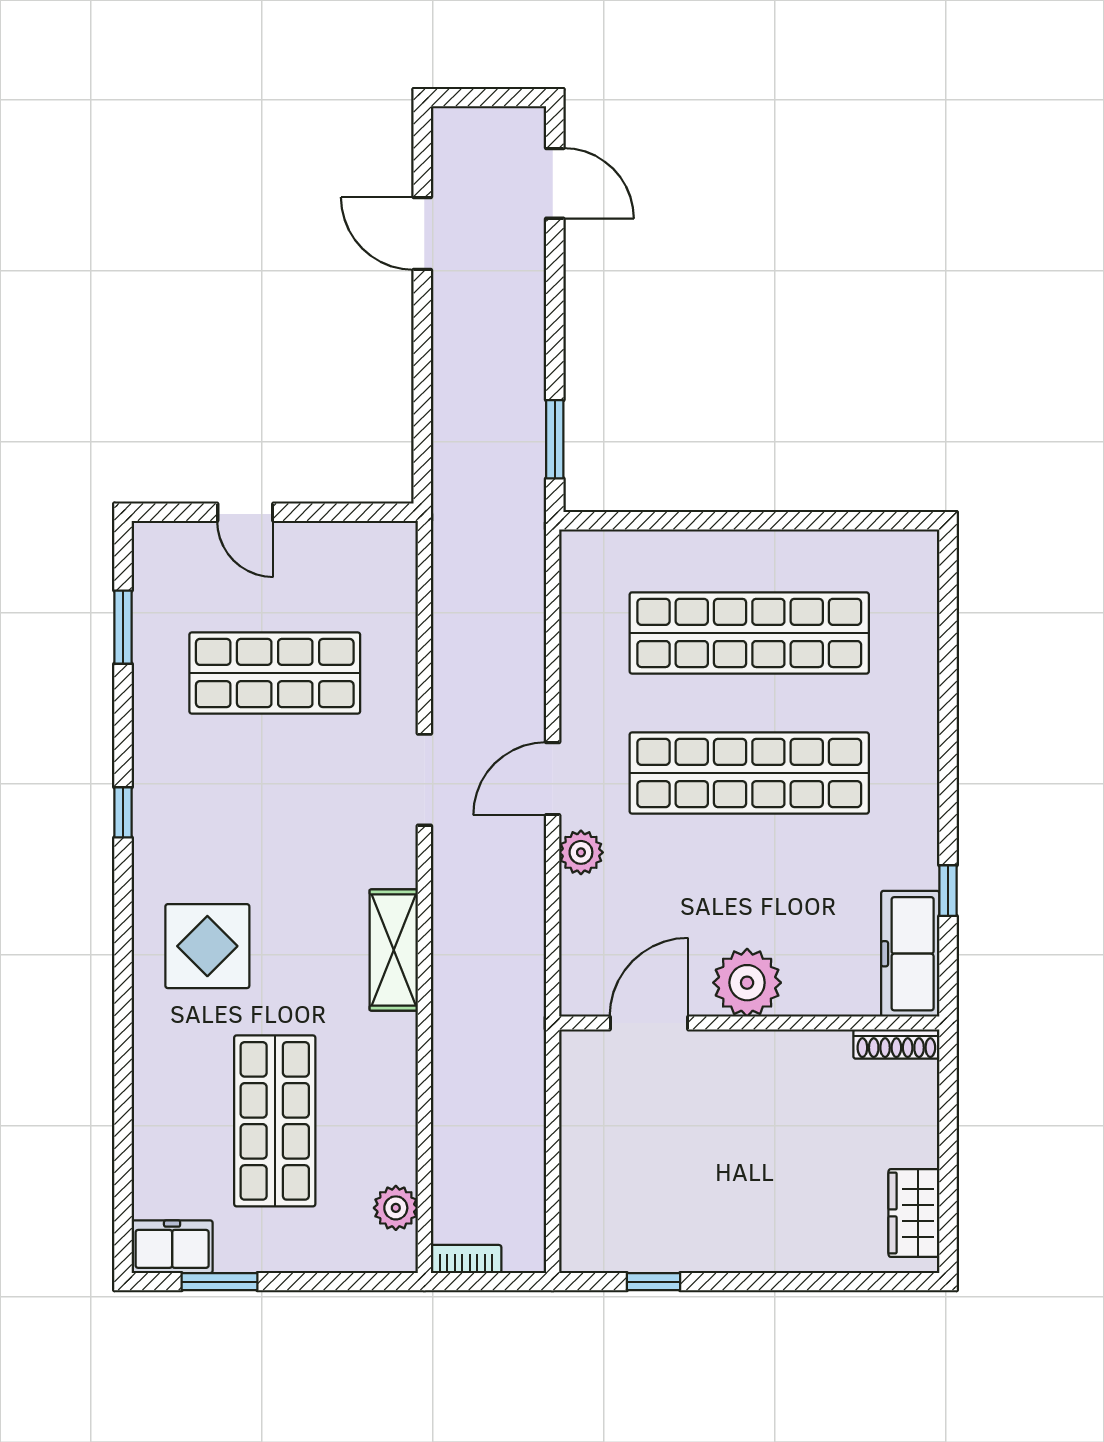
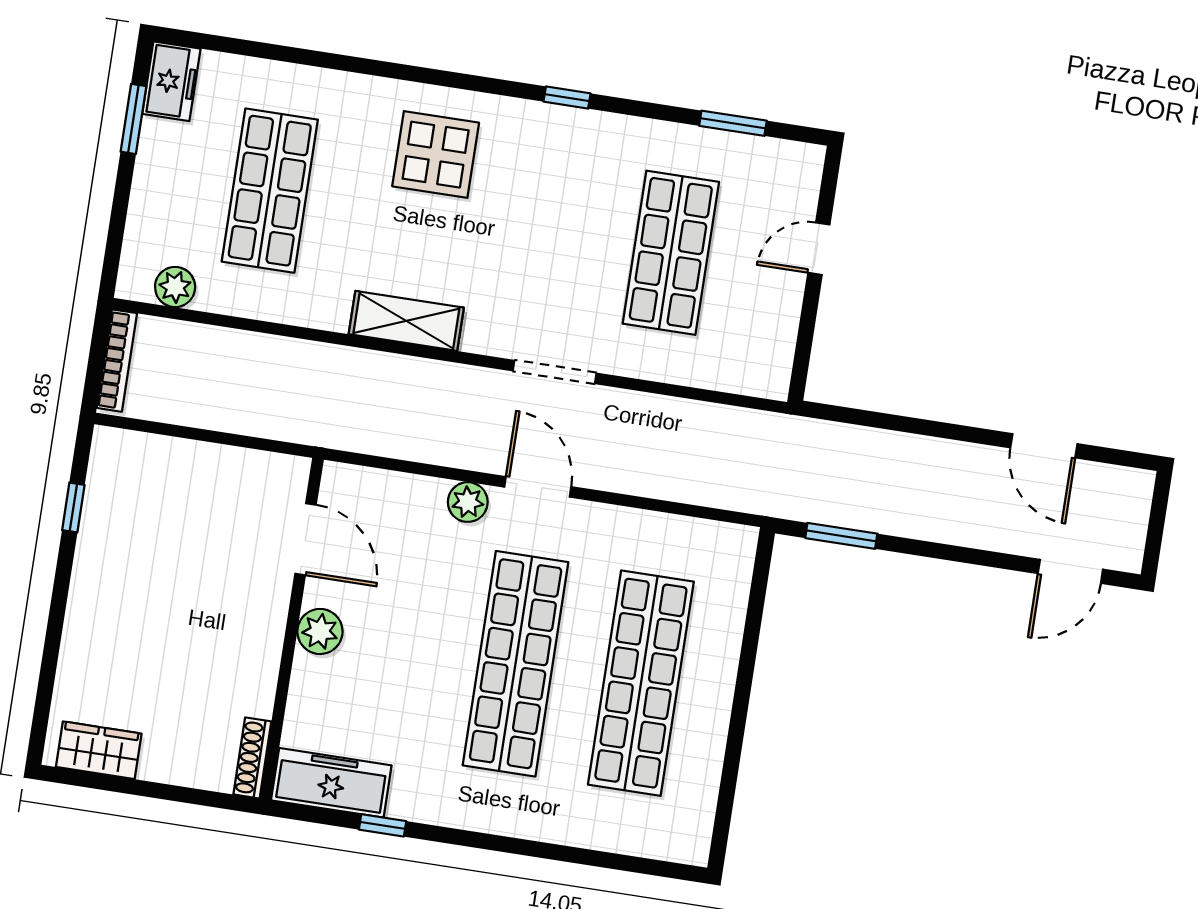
door: (422, 234) -> (1044, 446), swing flipped
plant: (747, 983) -> (320, 631), width x0.73, depth x0.73
shop shelf: (275, 1121) -> (270, 191), turned 90
bookcase: (466, 1259) -> (117, 361), width x1.56

